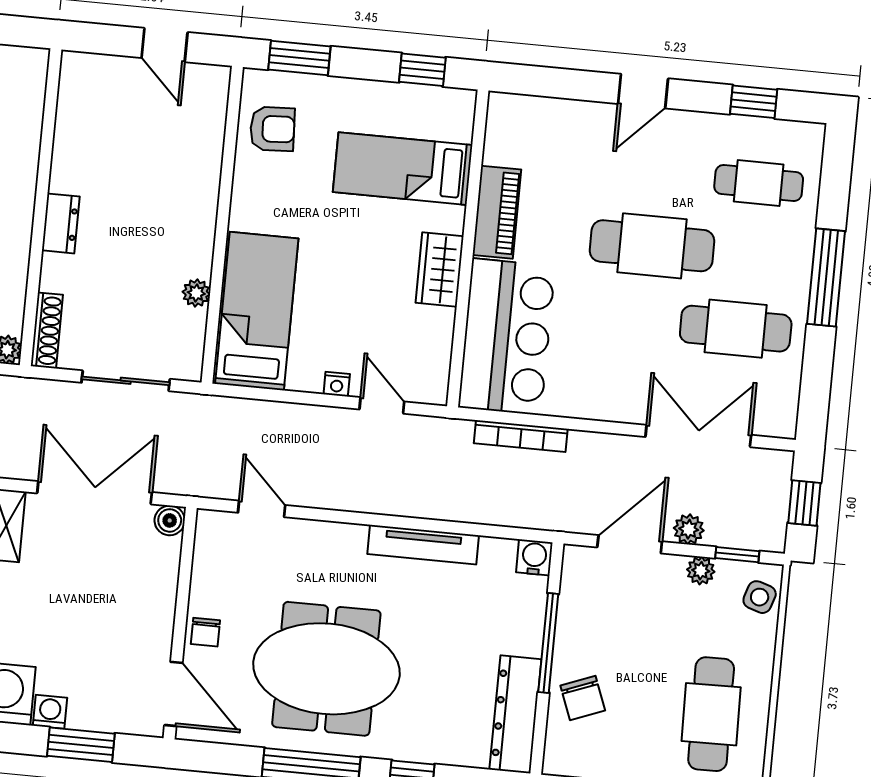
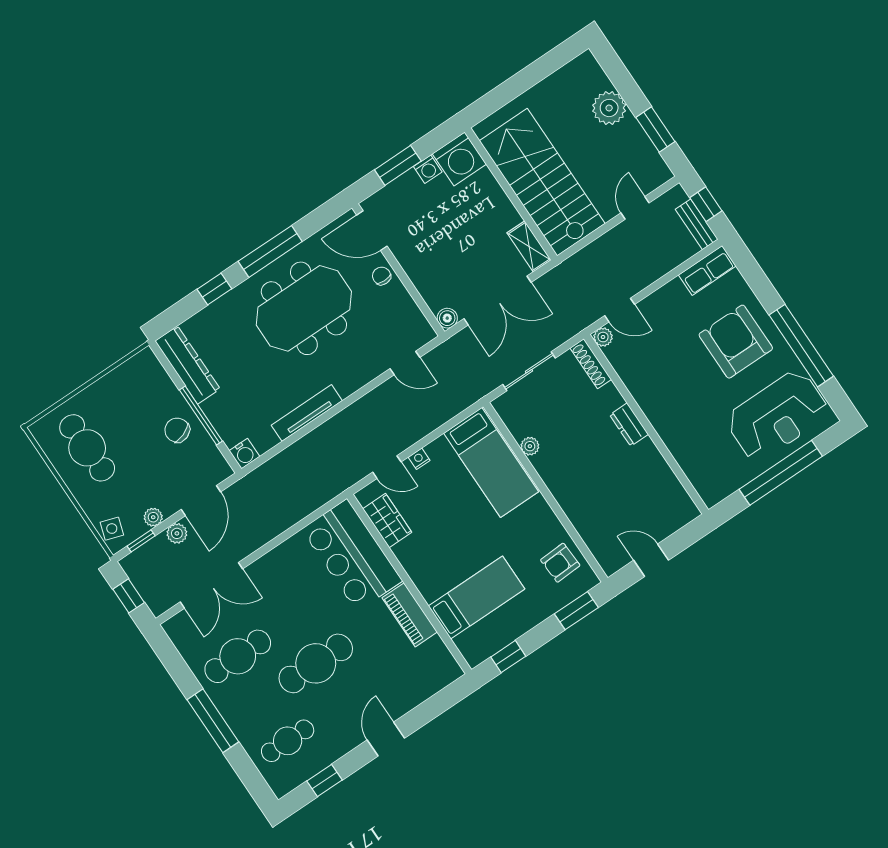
wardrobe: (440, 270) -> (387, 521), moved
bookcase: (521, 436) -> (303, 510), removed
chair: (583, 698) -> (177, 430), moved

